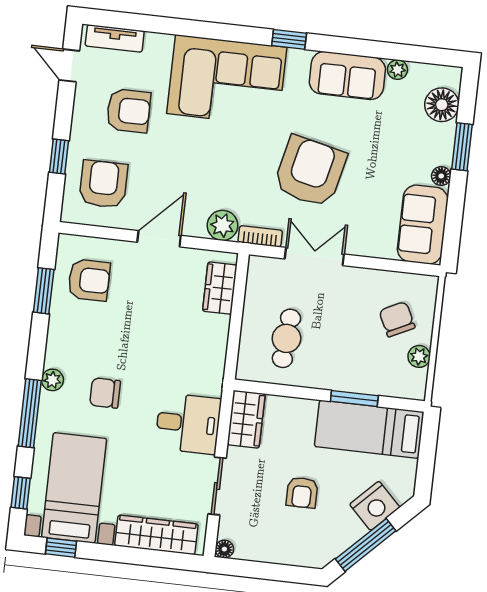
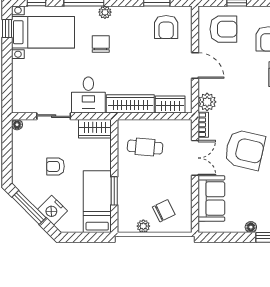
sofa: (423, 225) -> (211, 198), moved, turned 90
wardrobe: (156, 535) -> (130, 104), moved, turned -90

